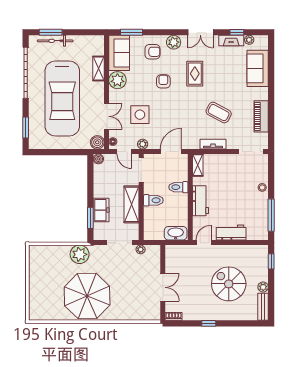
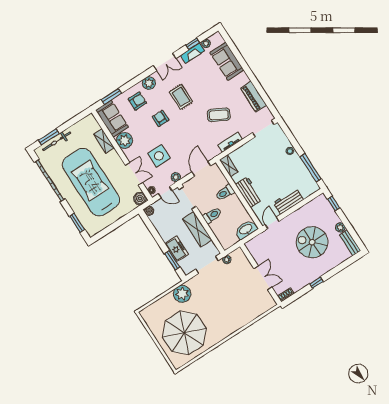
car: (62, 99) -> (91, 182), turned 180
parasol: (87, 296) -> (184, 333), moved

